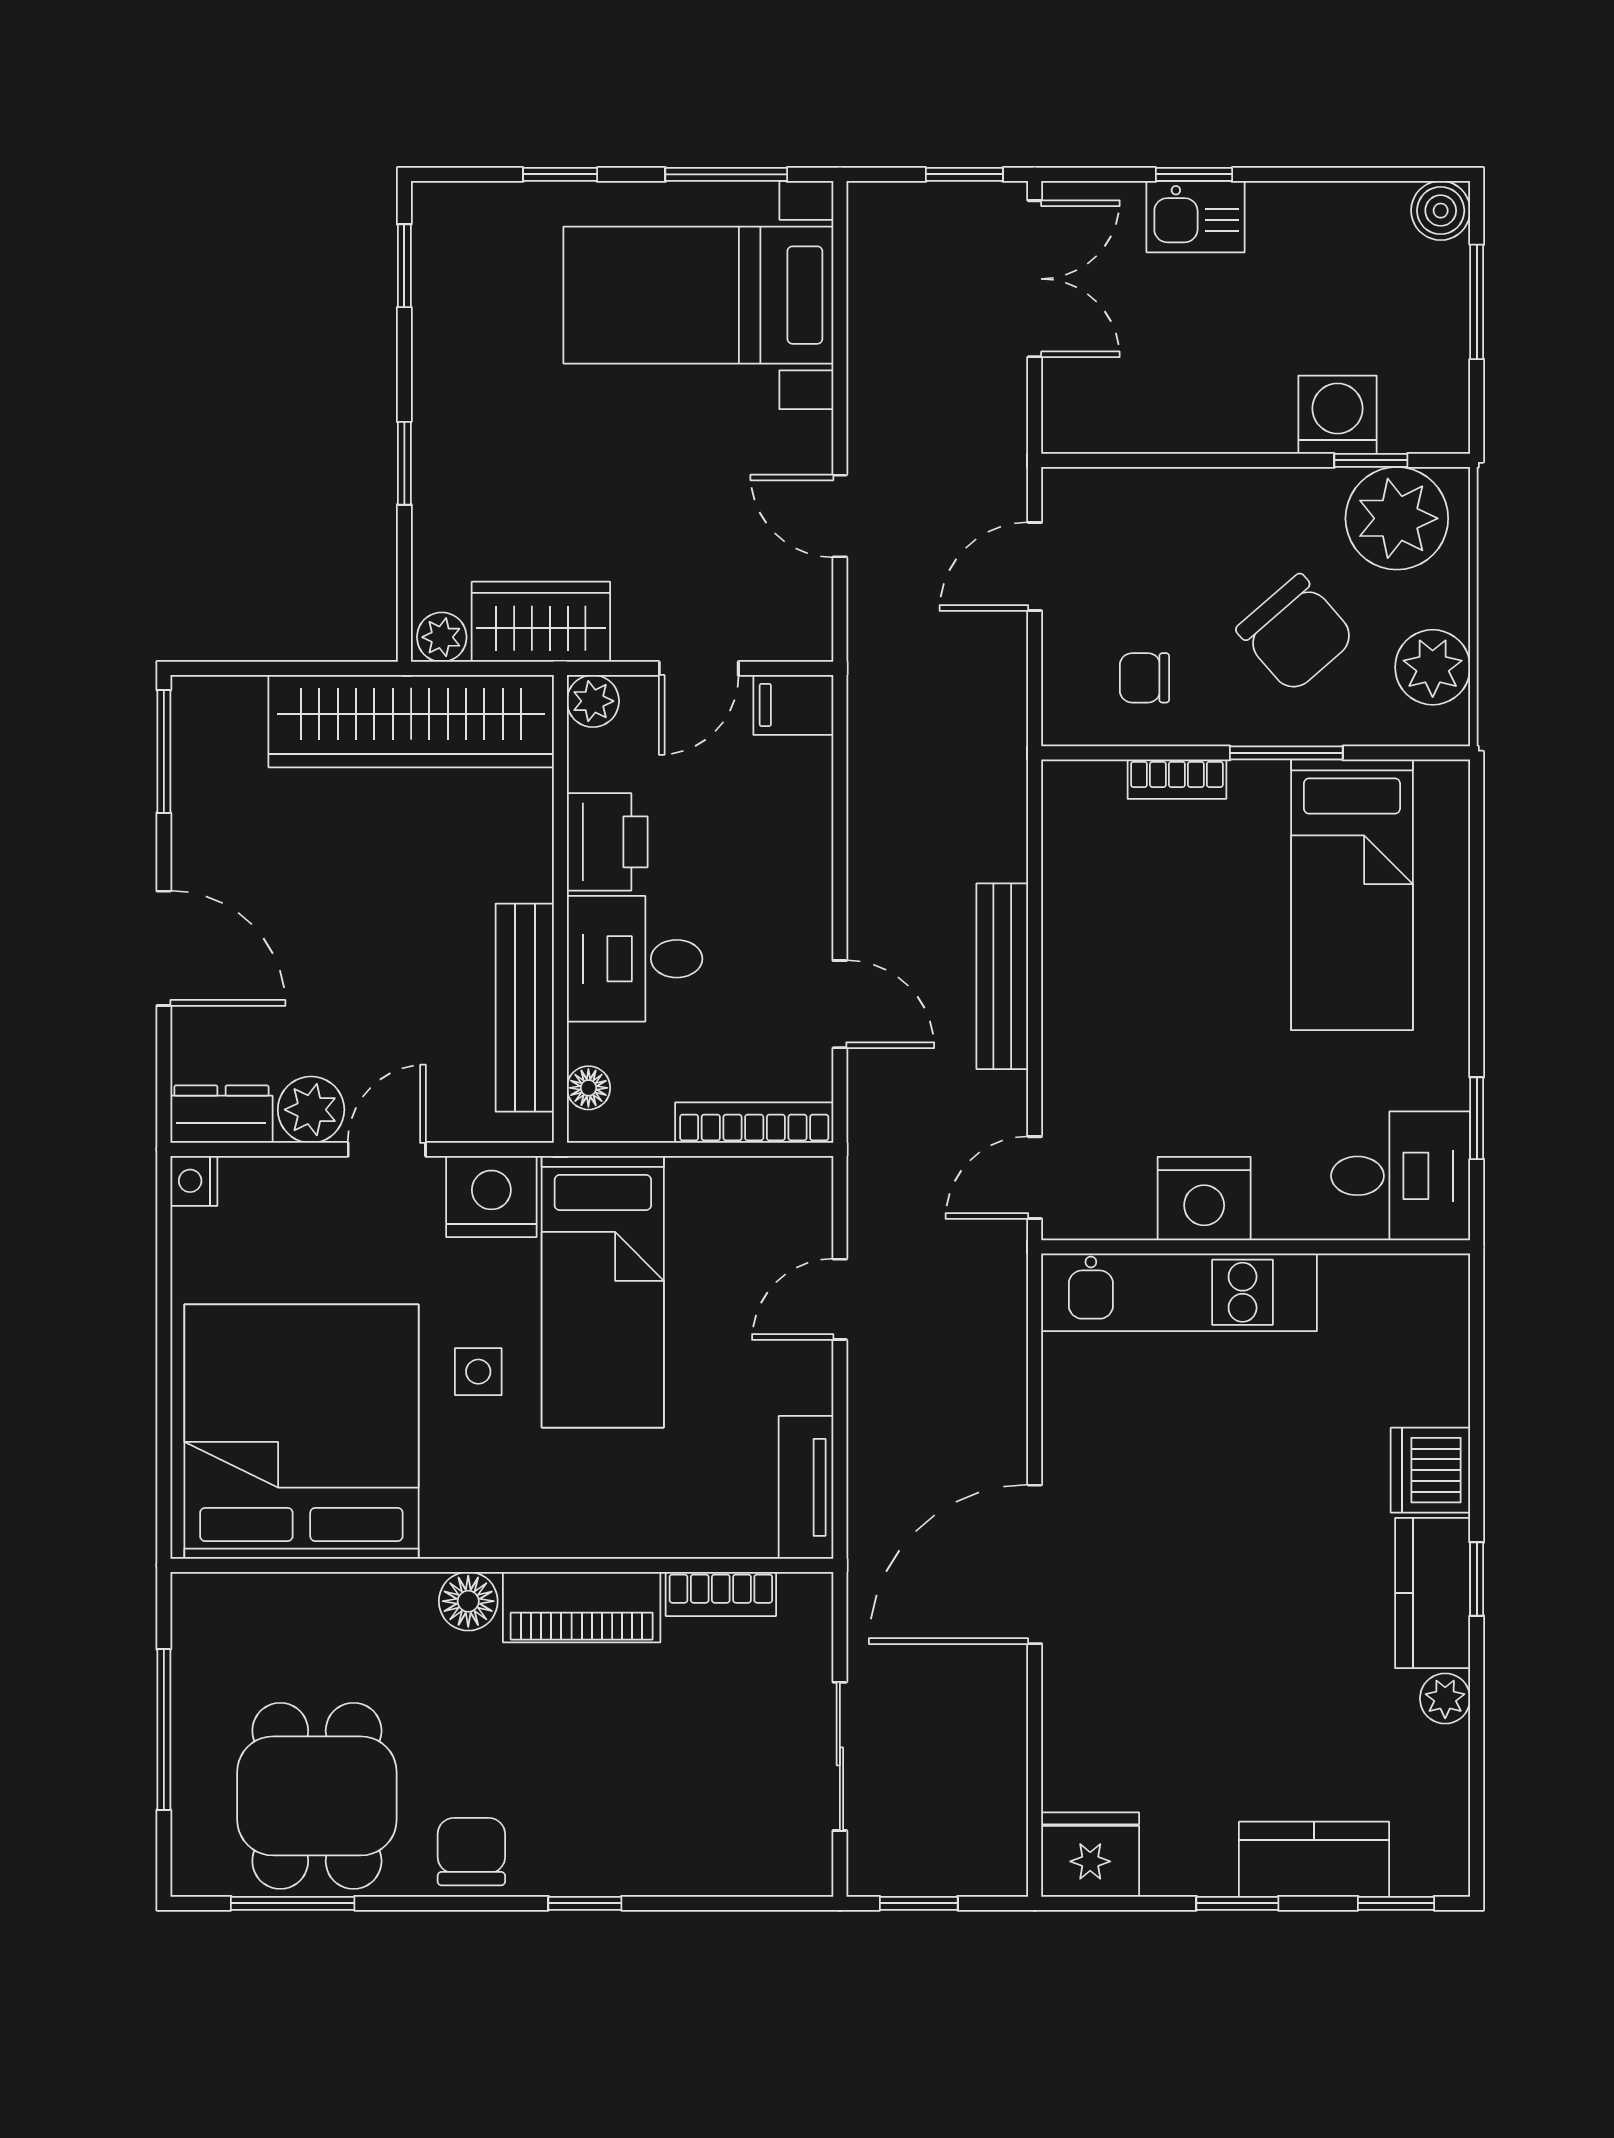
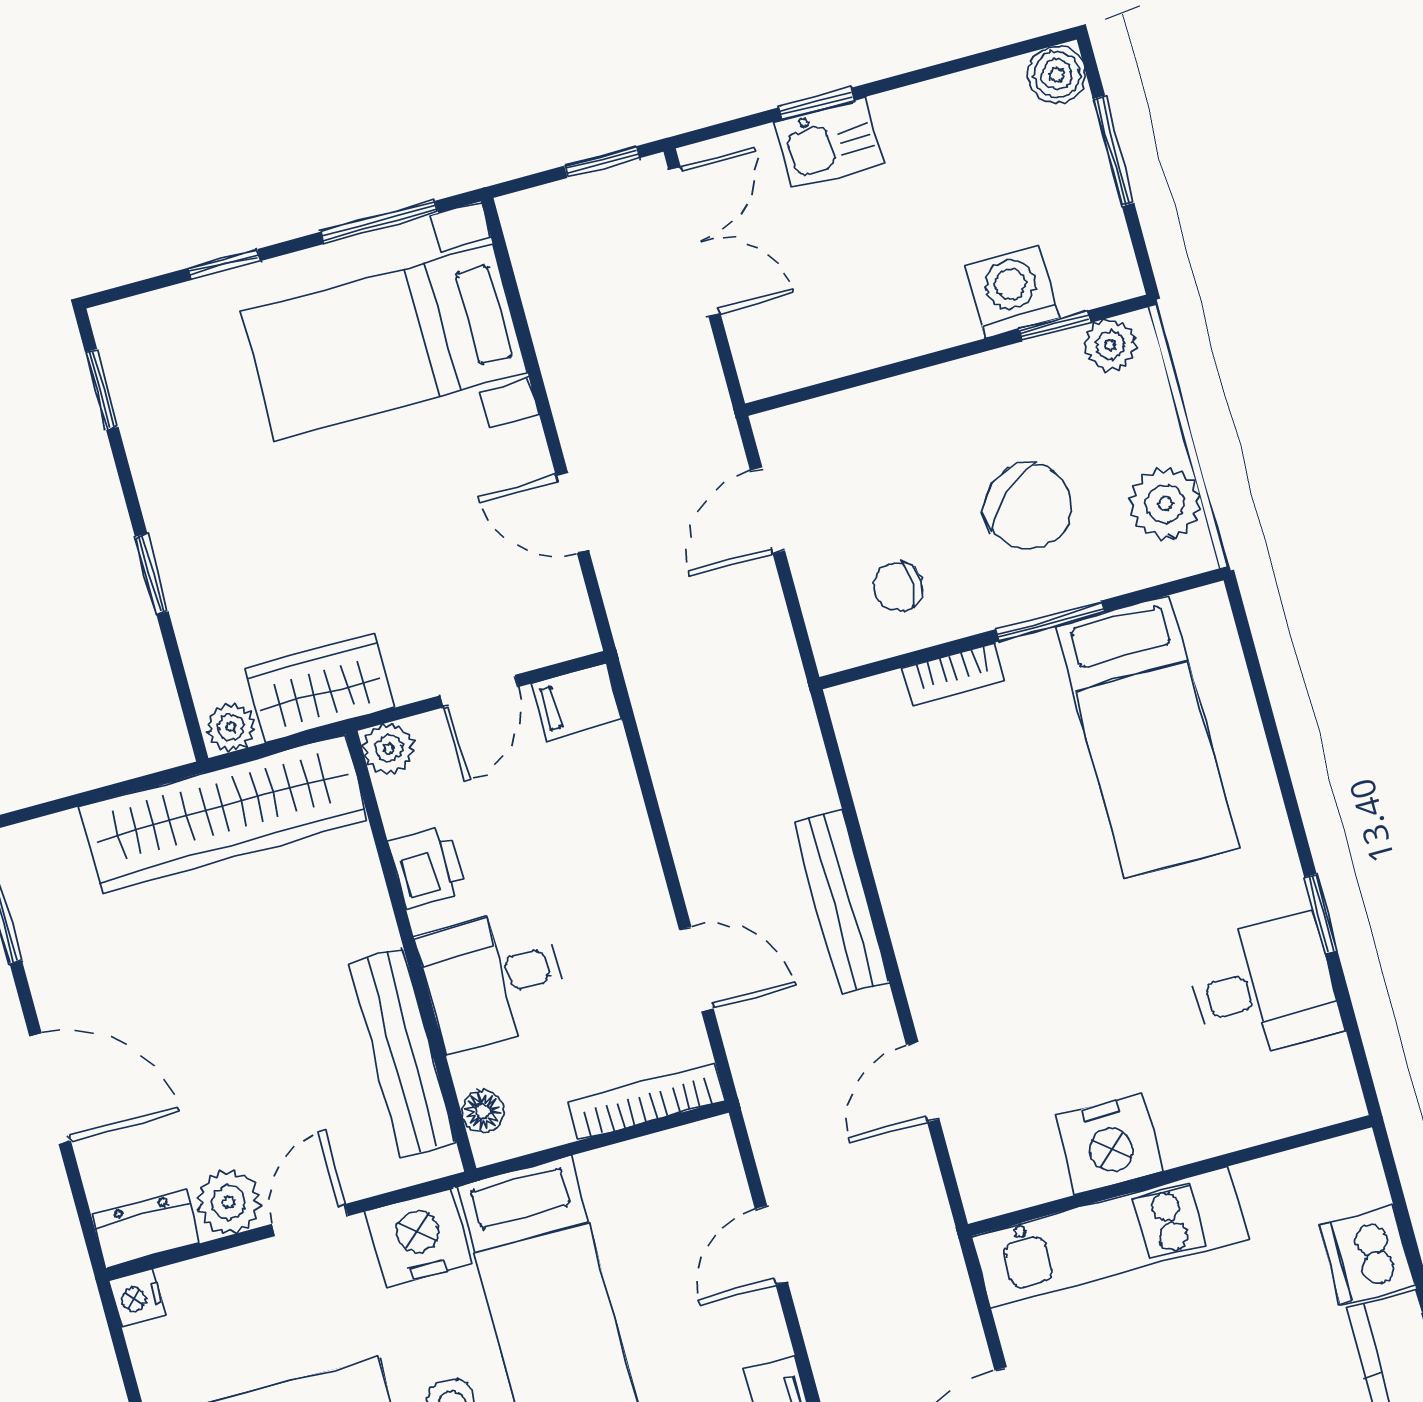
plant: (1397, 518) -> (1110, 345), width x0.53, depth x0.53
printer: (607, 842) -> (427, 866), width x0.73, depth x0.81
nightstand: (1204, 1199) -> (1110, 1144), moved
wall: (1256, 1247) -> (1170, 1176), moved
kitchen unit: (1179, 1292) -> (1110, 1237), moved

